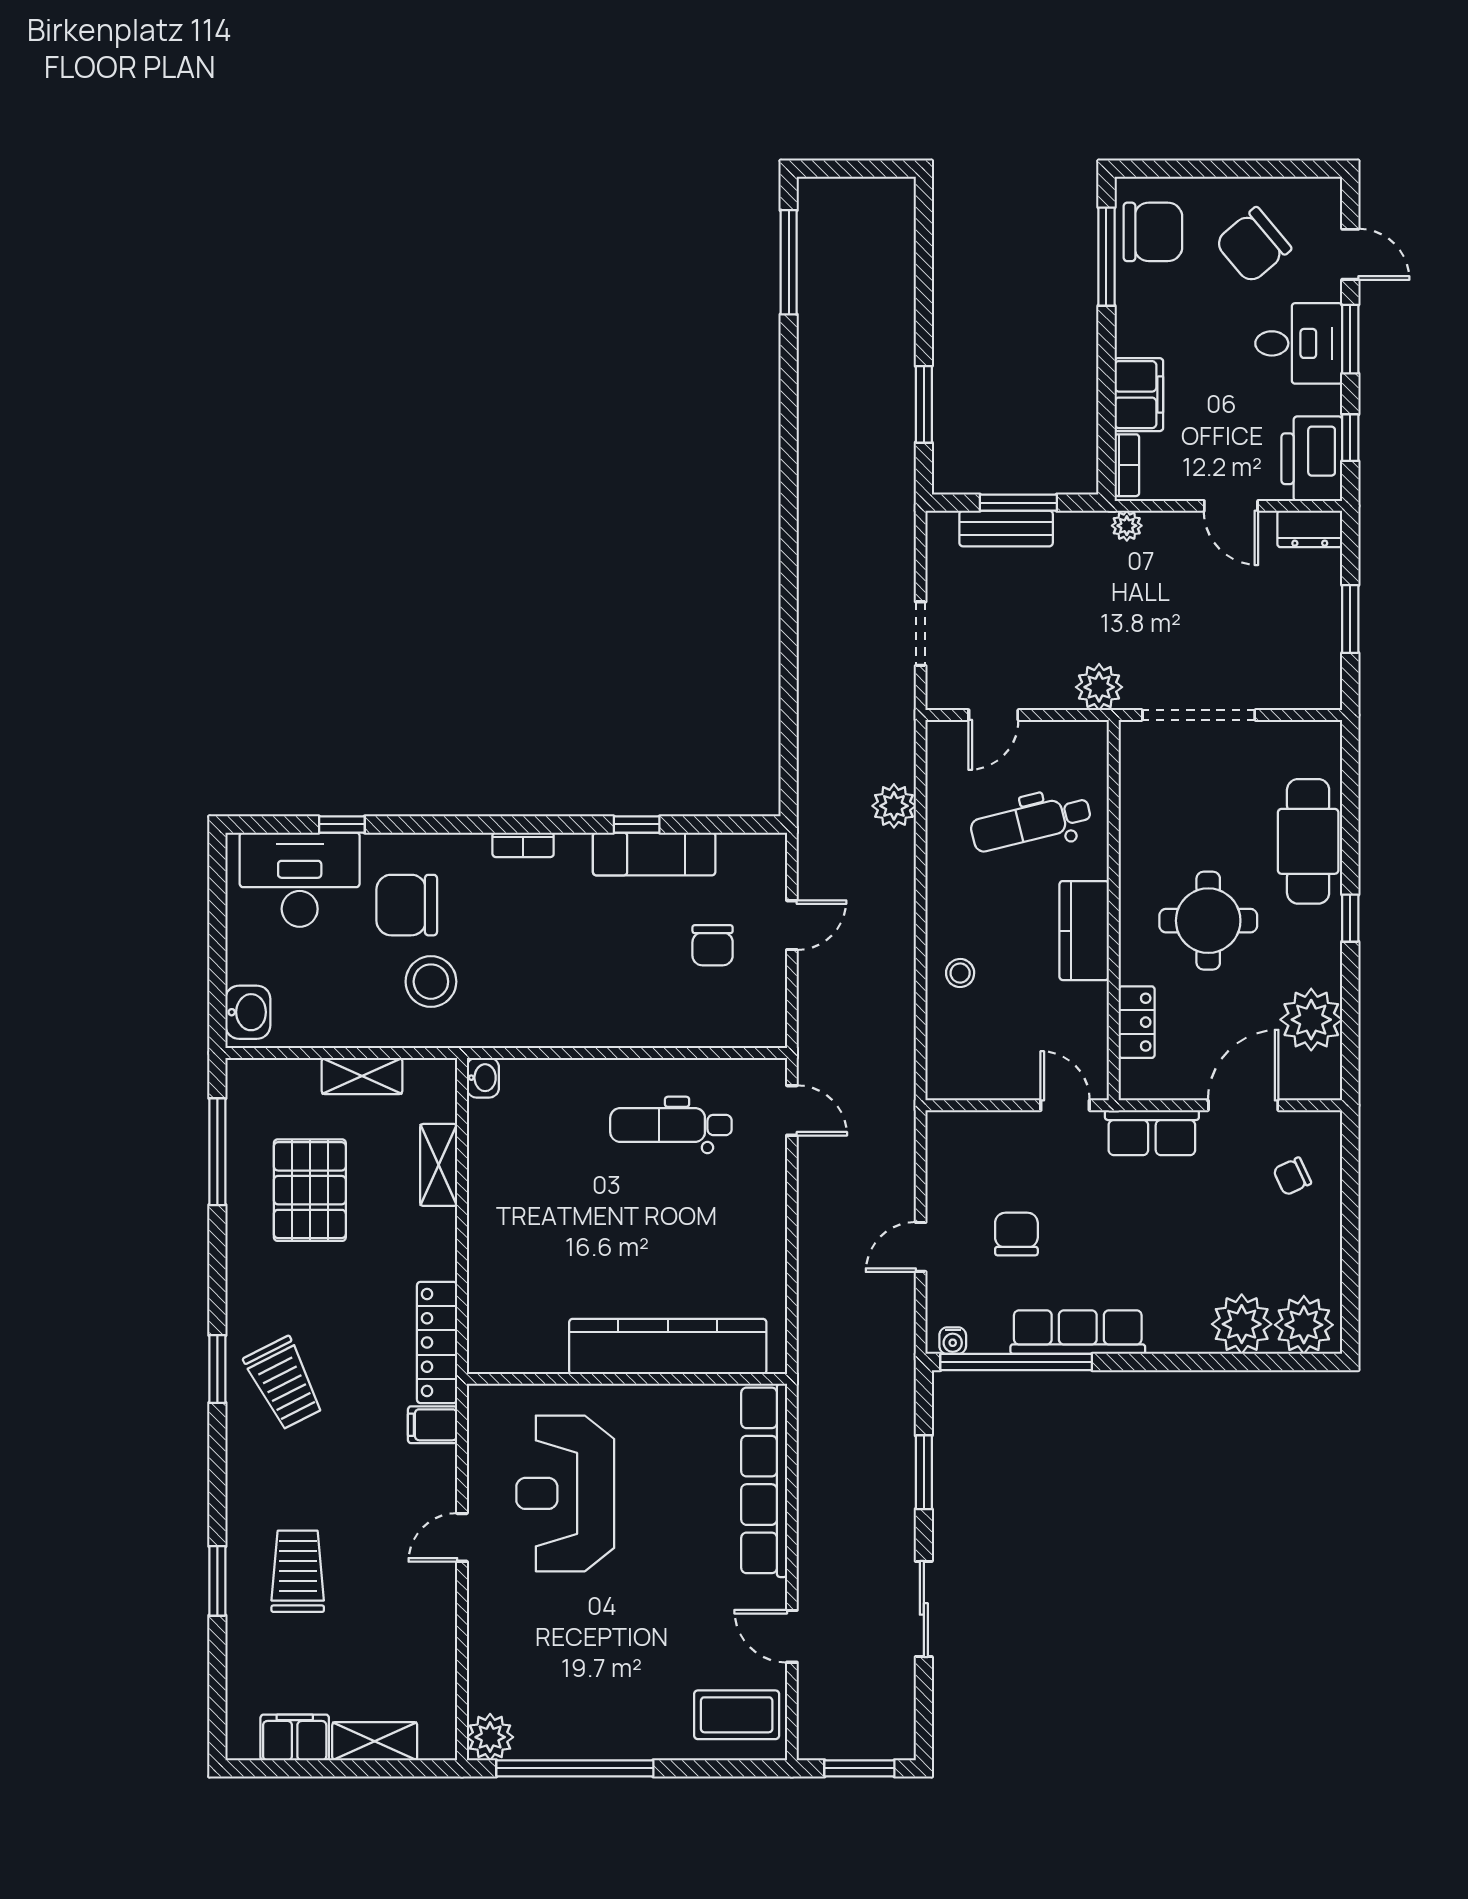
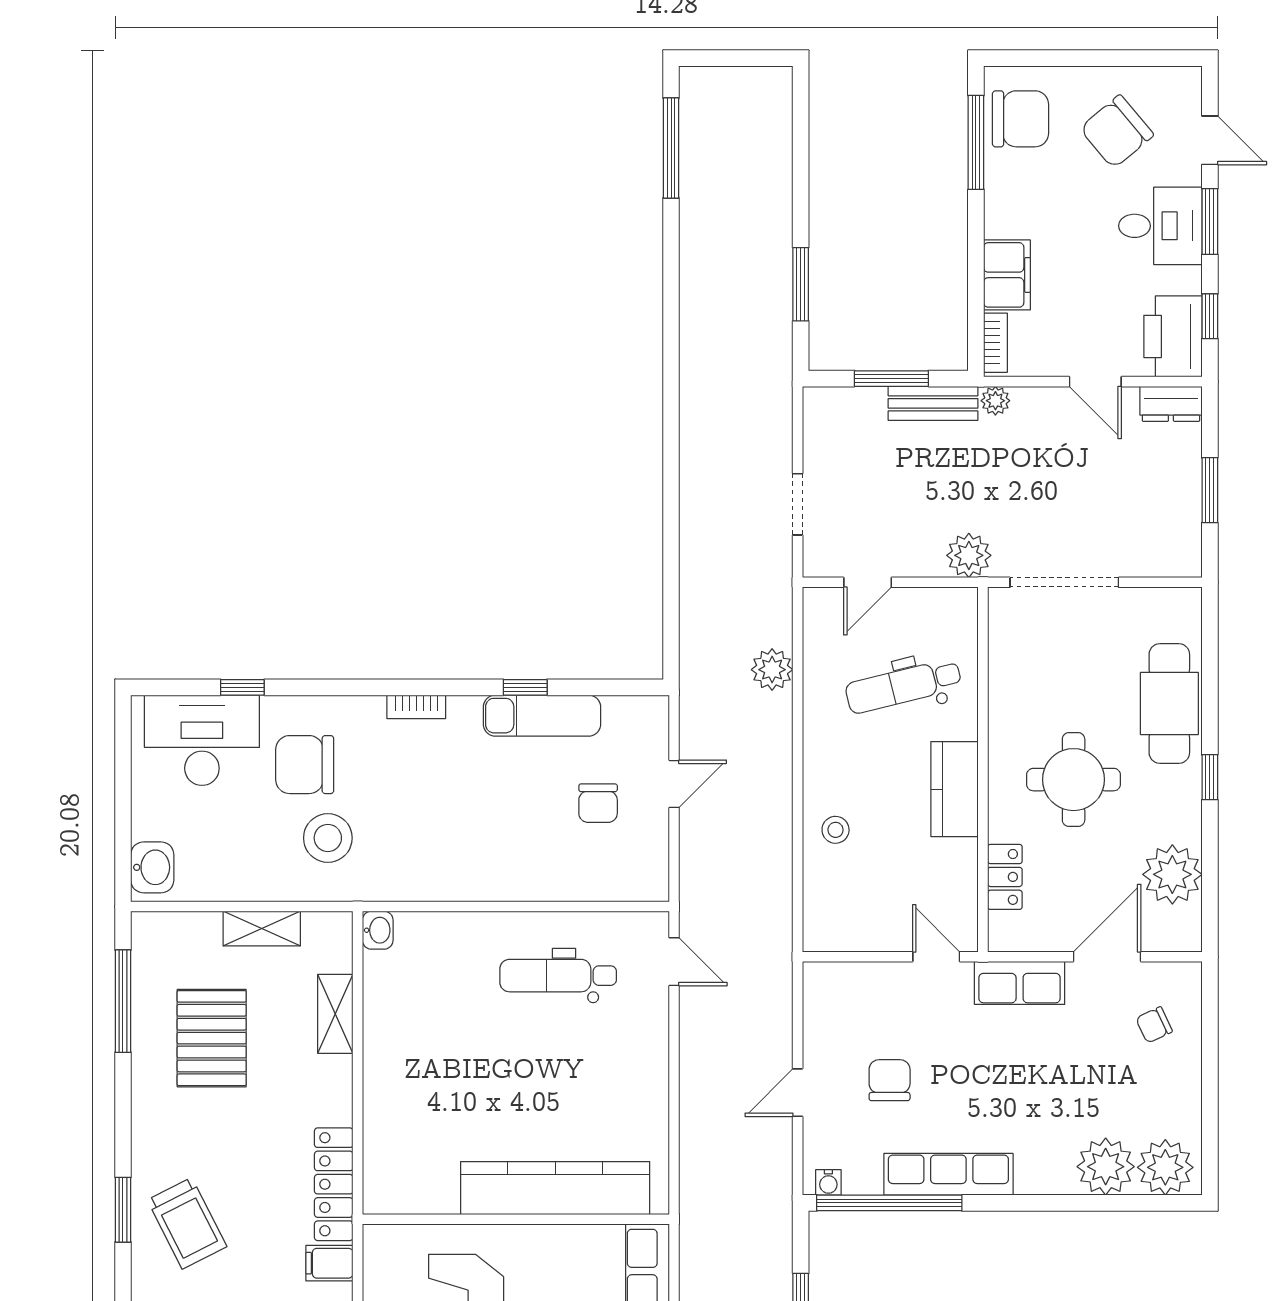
bench: (1006, 528) -> (933, 403), moved

